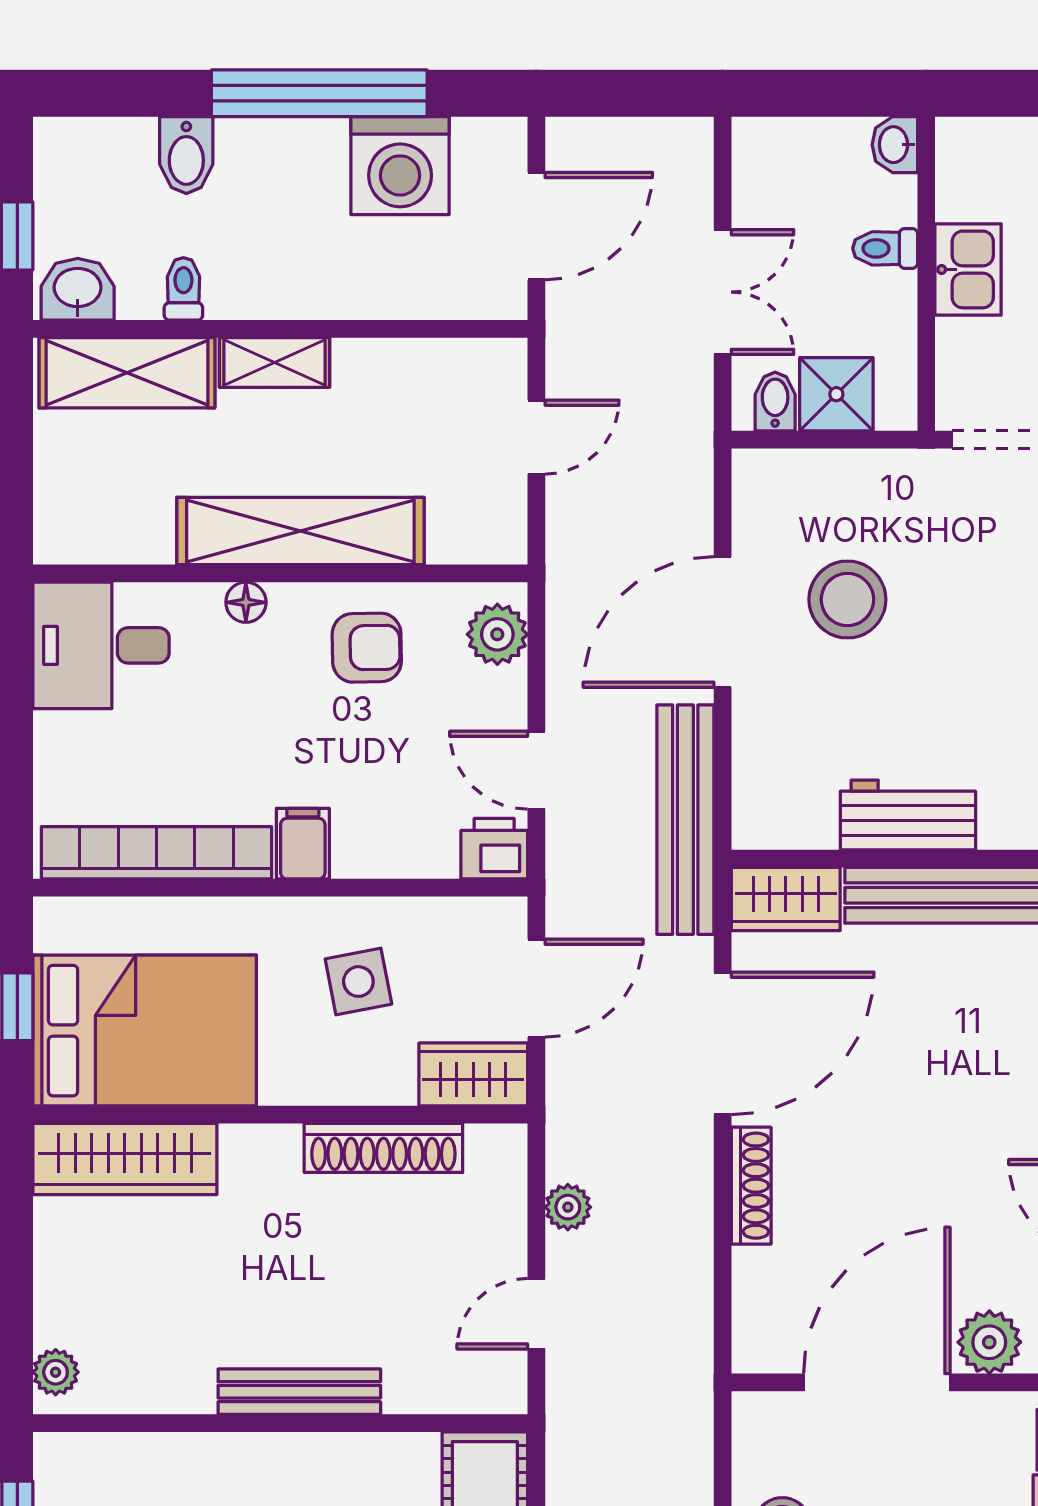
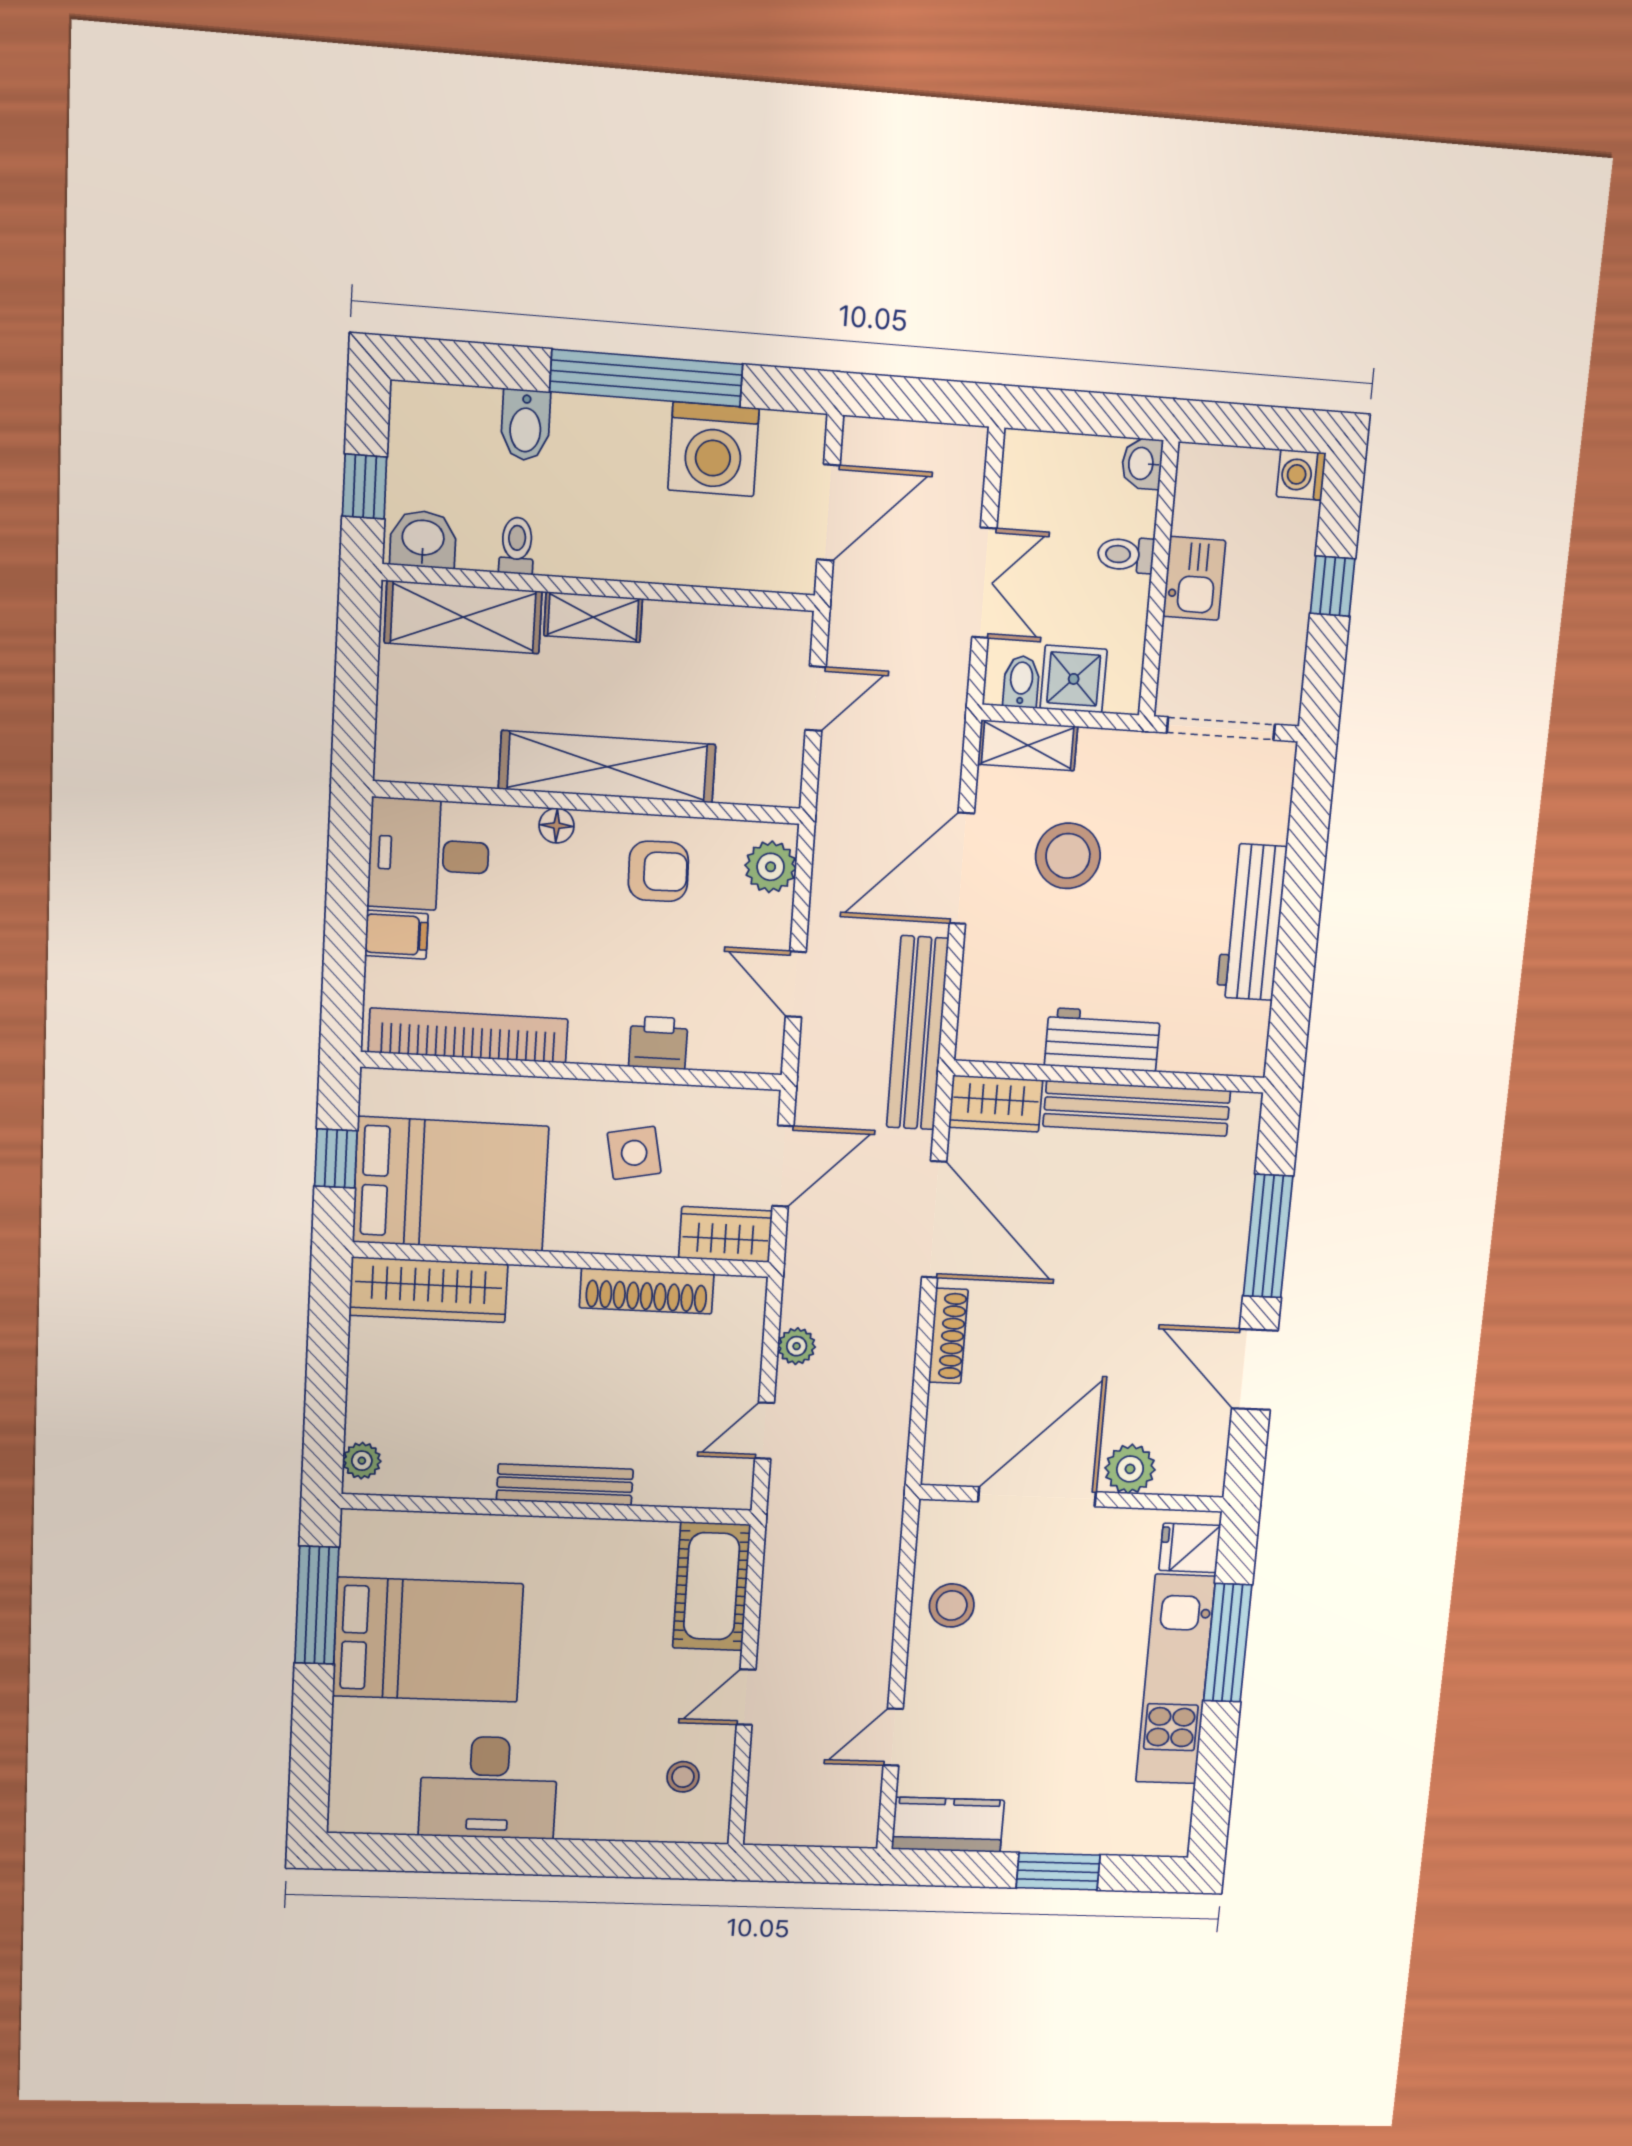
shelving: (789, 474) -> (1028, 745), added
filing cabinet: (303, 844) -> (397, 935), moved, turned 90
printer: (494, 849) -> (658, 1043), moved
door: (723, 1043) -> (934, 1219), hinge flipped

